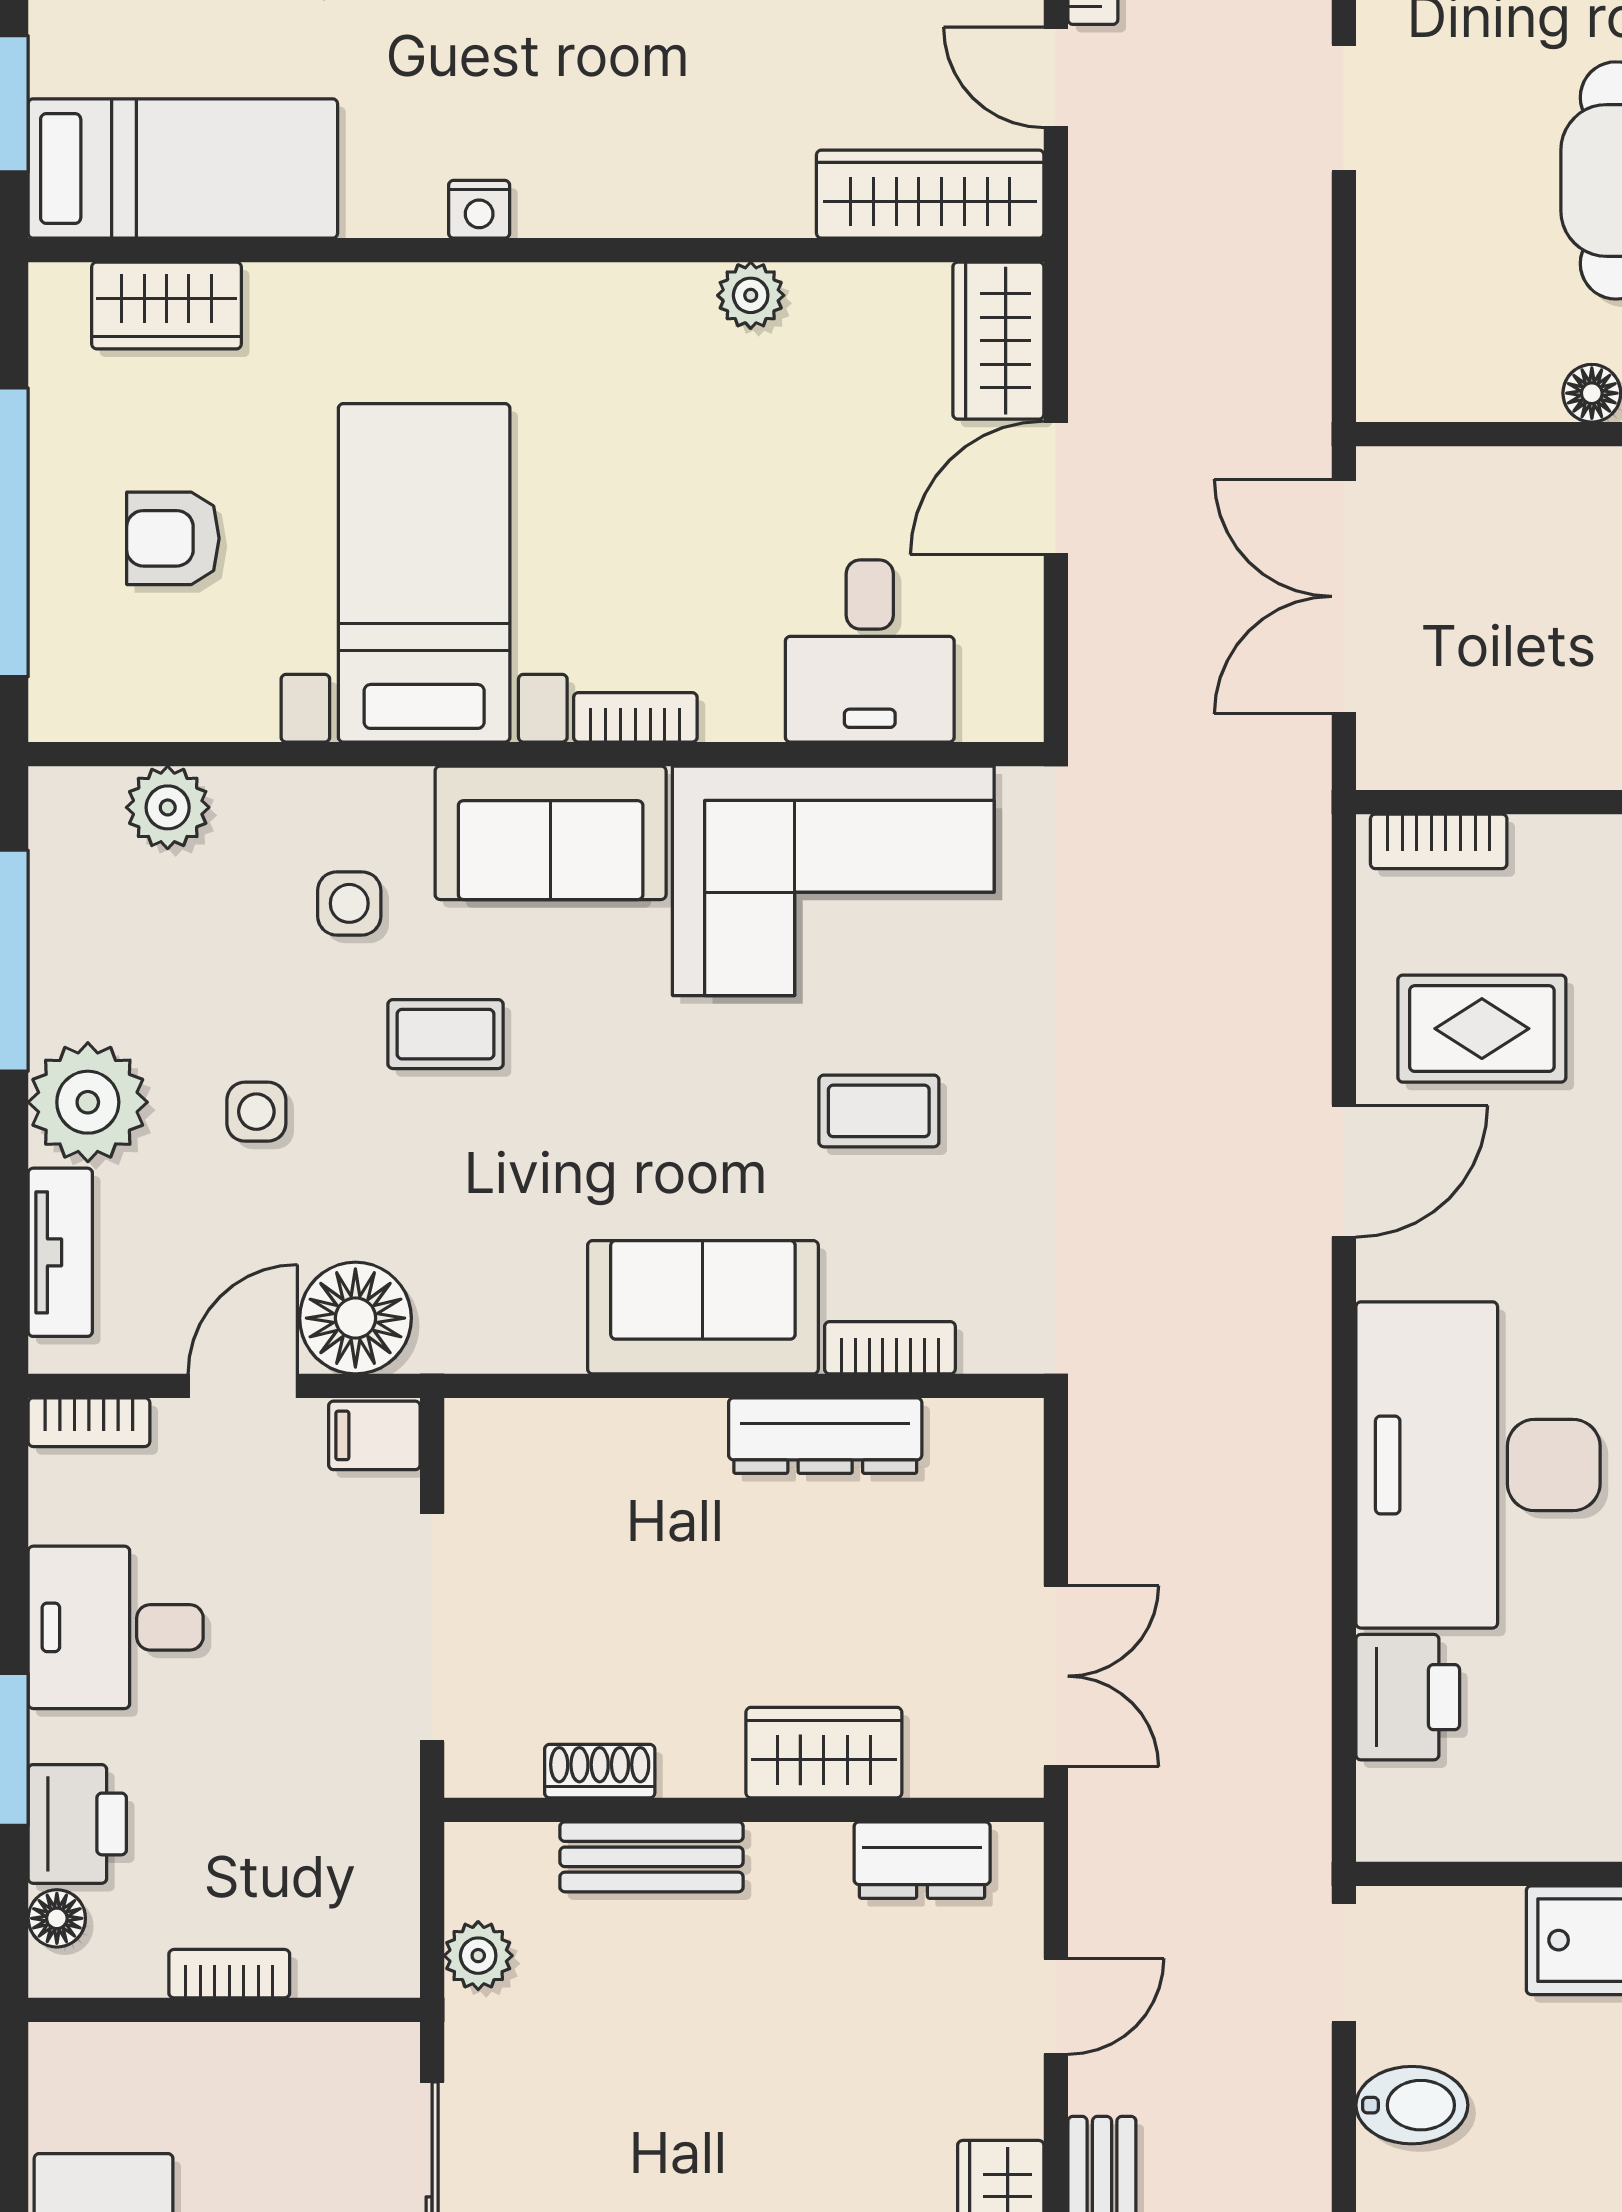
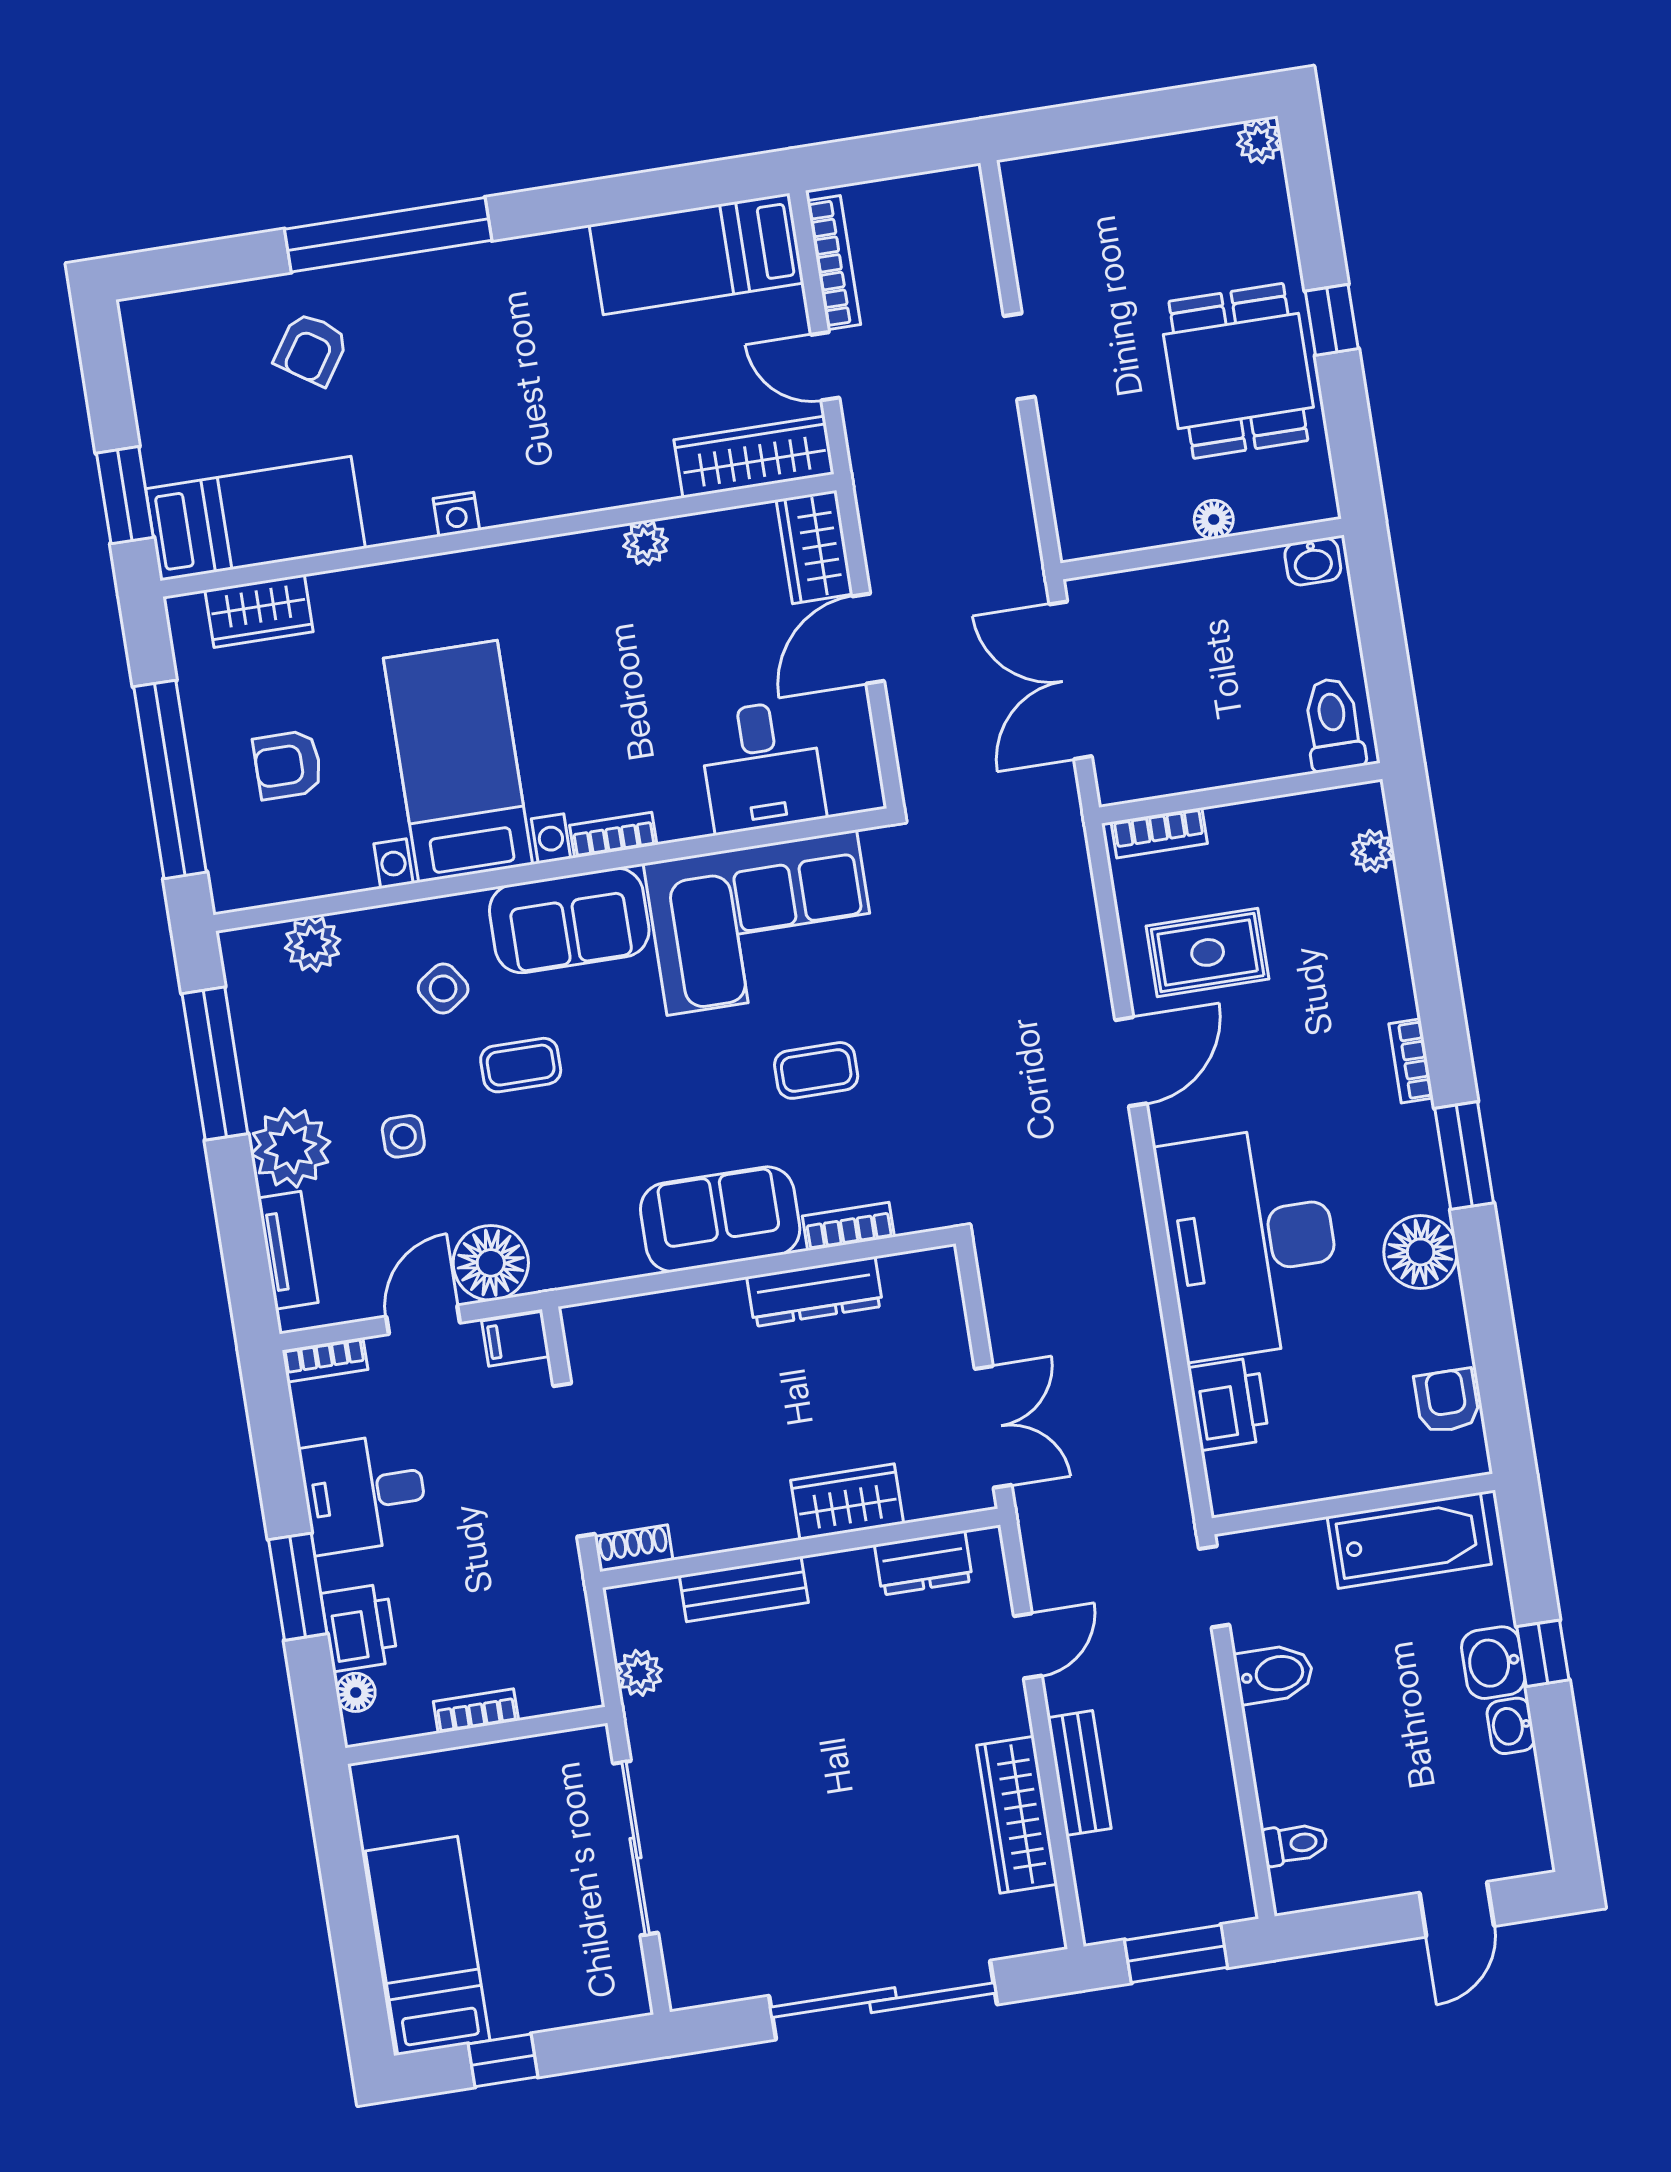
side table: (349, 903) -> (443, 988), turned -34
shoe rack: (600, 1771) -> (634, 1548), moved

